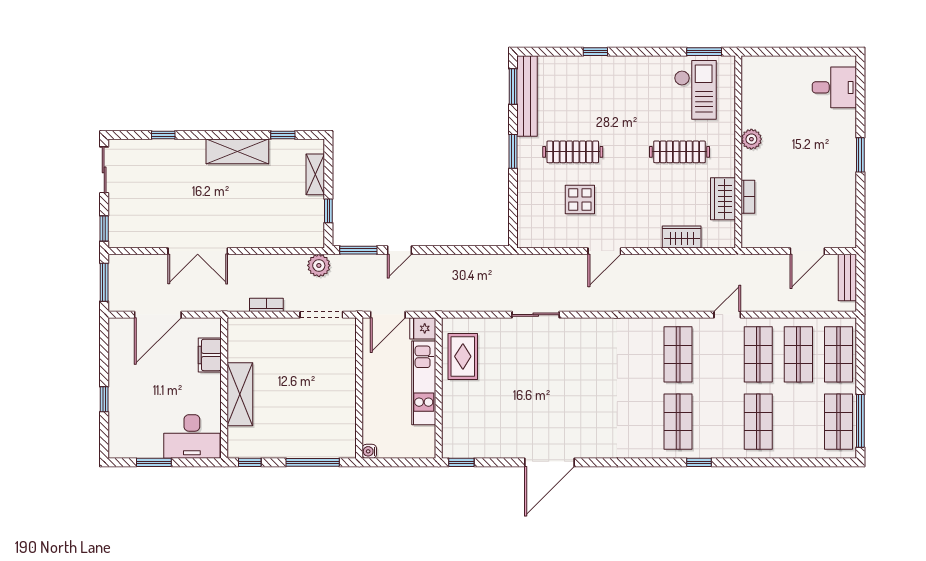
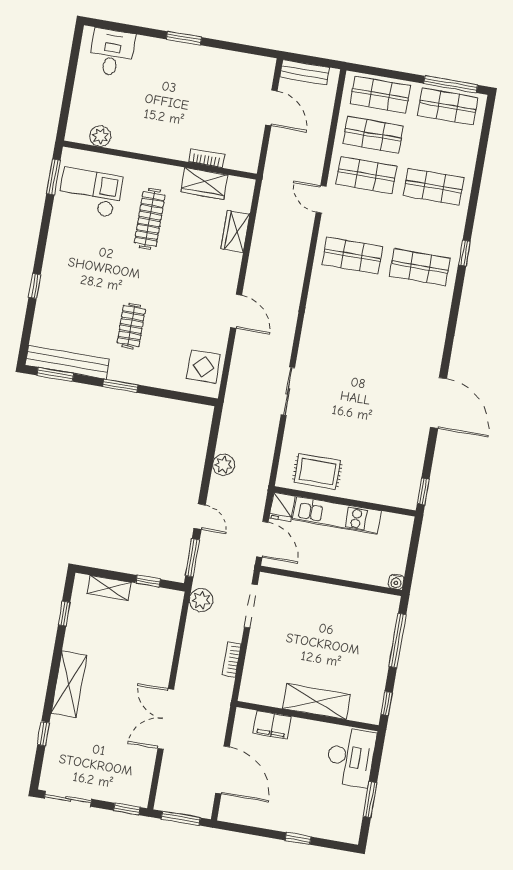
plant: (751, 139) -> (100, 136), moved
shelving: (237, 151) -> (69, 684), moved
clothes rail: (573, 152) -> (131, 326), width x0.73
display table: (580, 200) -> (203, 366), moved
double door: (198, 251) -> (166, 719), swing flipped
plant: (454, 265) -> (224, 465), added

